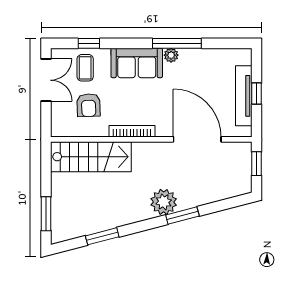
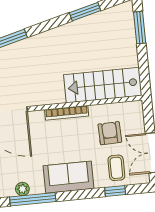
plant: (171, 55) -> (22, 189), moved
plant: (164, 202) -> (31, 49), removed

